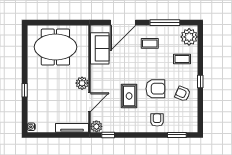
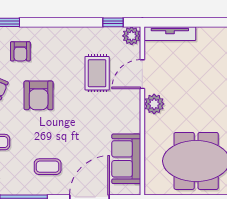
armchair: (155, 89) -> (39, 95), turned -90
rug: (129, 96) -> (97, 73), moved
armchair: (157, 120) -> (20, 51), moved

